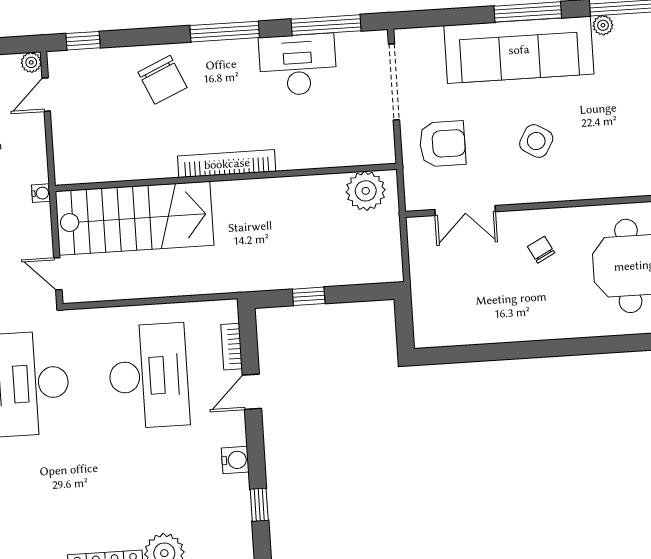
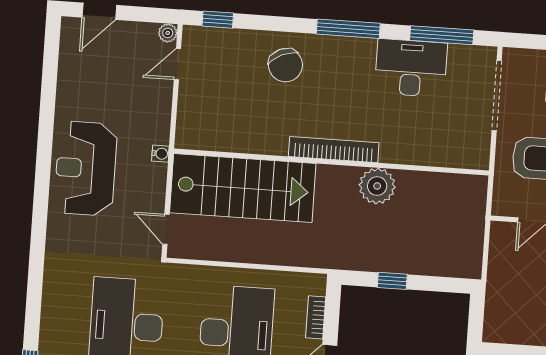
plant: (366, 191) -> (377, 186), moved

